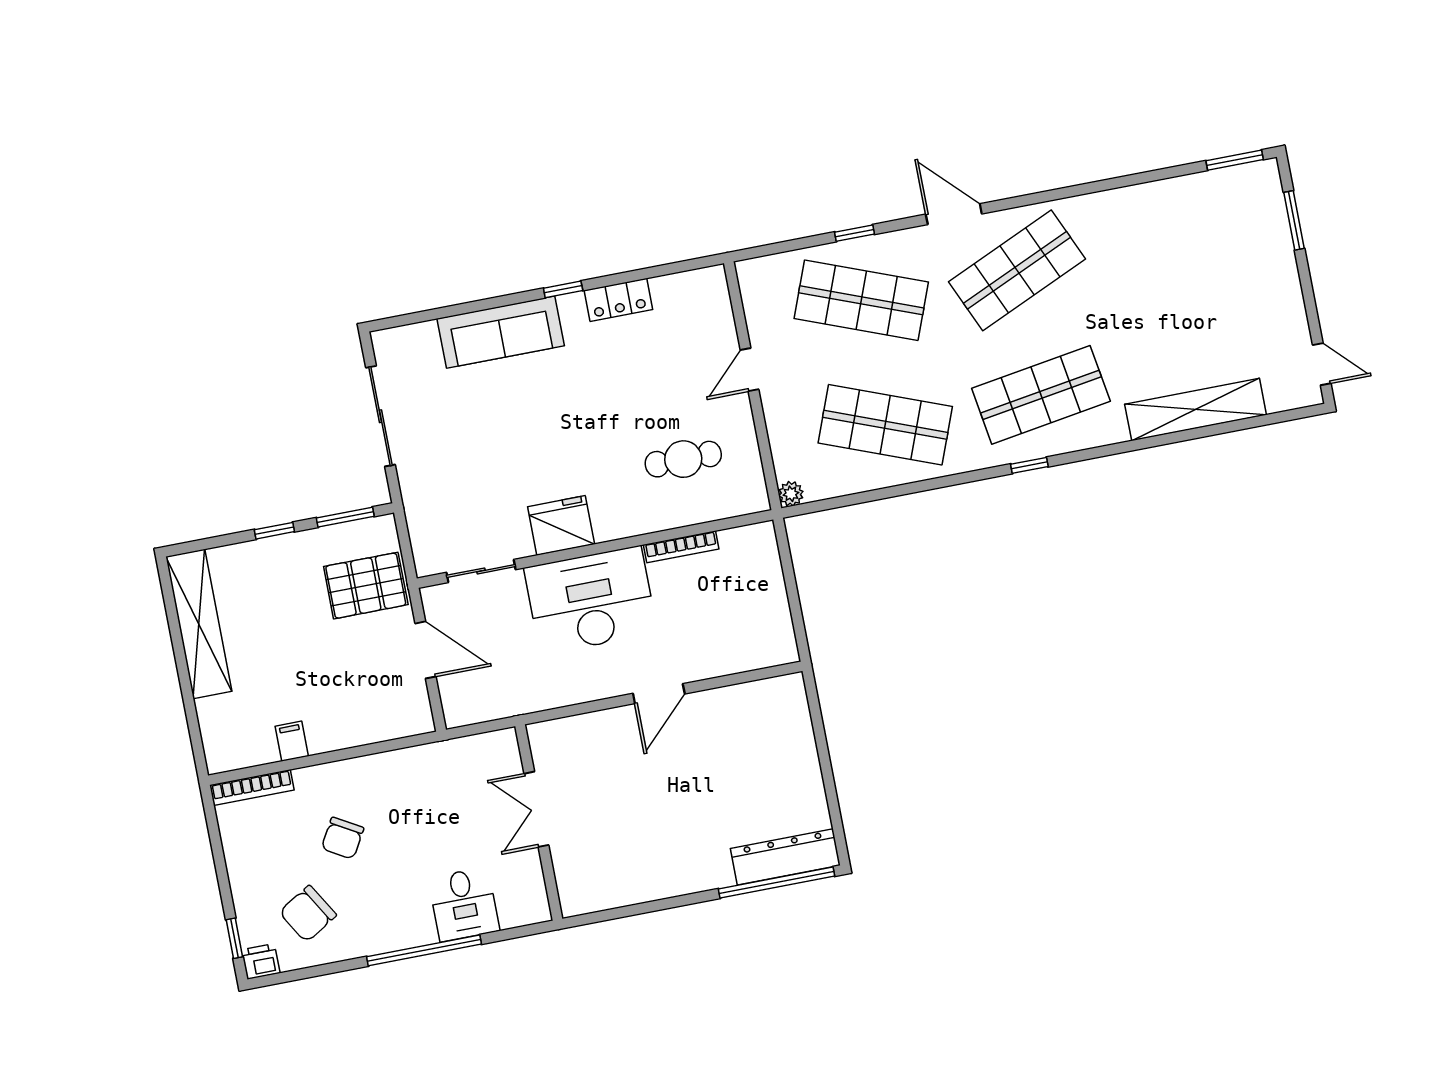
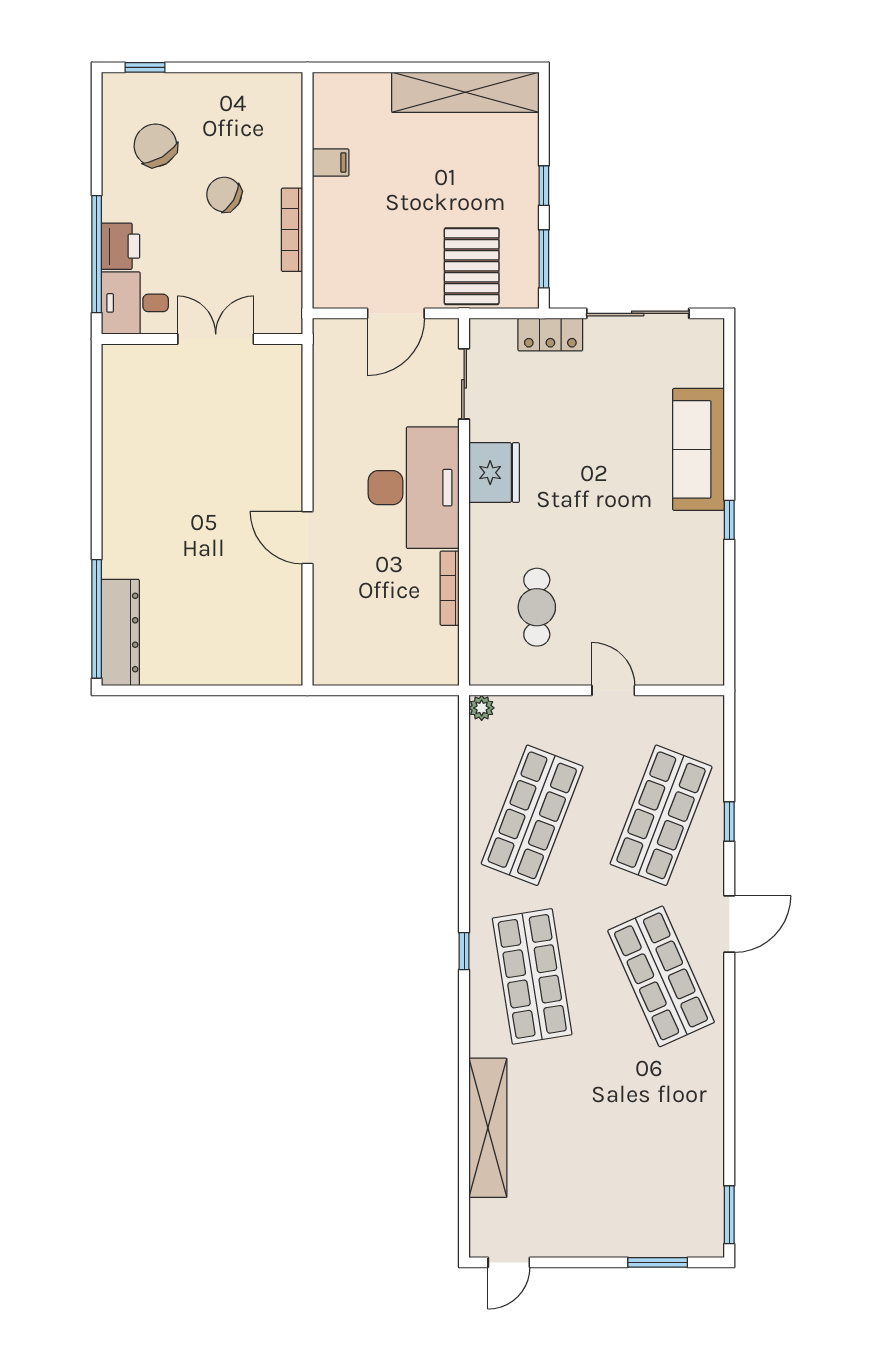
locker: (618, 300) -> (550, 335), moved, turned -90
bookcase: (252, 788) -> (292, 230), moved
double door: (536, 809) -> (216, 339), moved
wall: (539, 822) -> (202, 339), moved
printer: (261, 961) -> (121, 246), moved, width x1.36, depth x1.24

